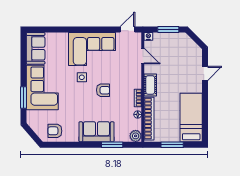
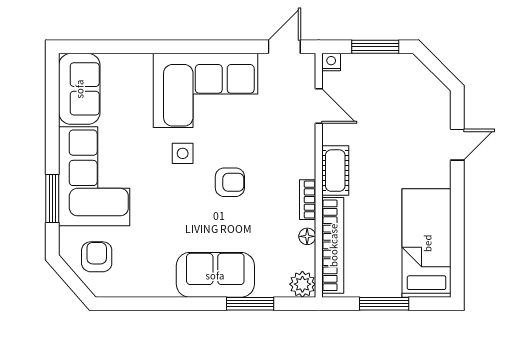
armchair: (55, 131) -> (97, 257), moved, turned 90

